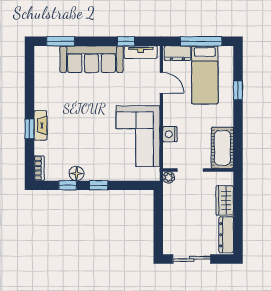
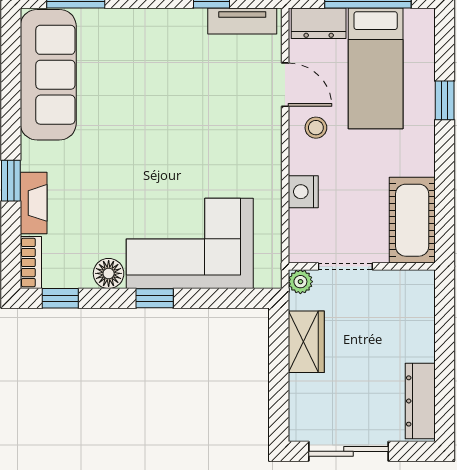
sofa: (92, 59) -> (48, 75), moved, turned -90
stool: (176, 103) -> (316, 128), added
fireplace: (40, 125) -> (34, 203), moved
corner sofa: (138, 136) -> (190, 243), moved, turned 90
window: (68, 185) -> (60, 298), moved
wardrobe: (225, 200) -> (306, 342), moved, turned 180

